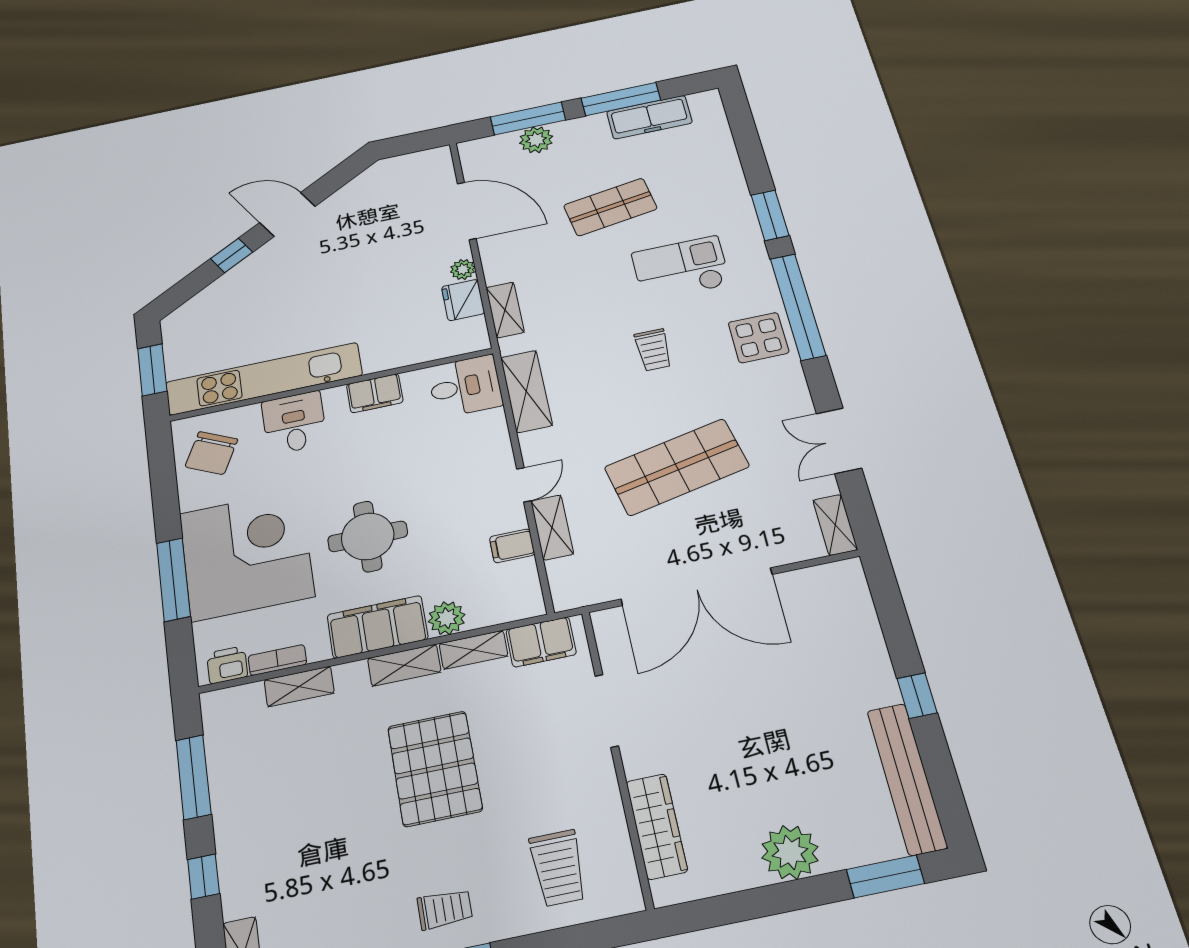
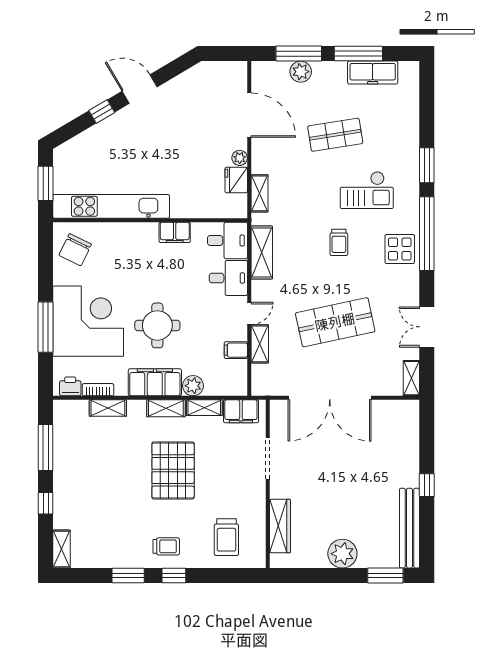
checkout: (681, 269) -> (367, 190), turned 180
desk: (294, 423) -> (228, 278), moved, turned 90

